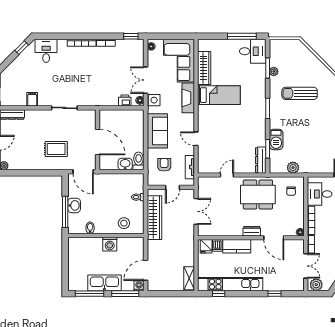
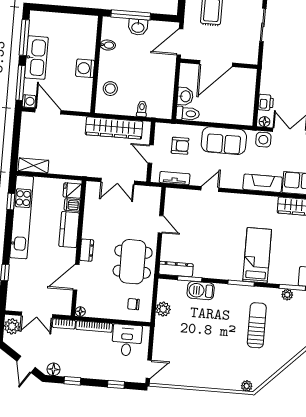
bed: (219, 95) -> (257, 255), moved, turned 180

